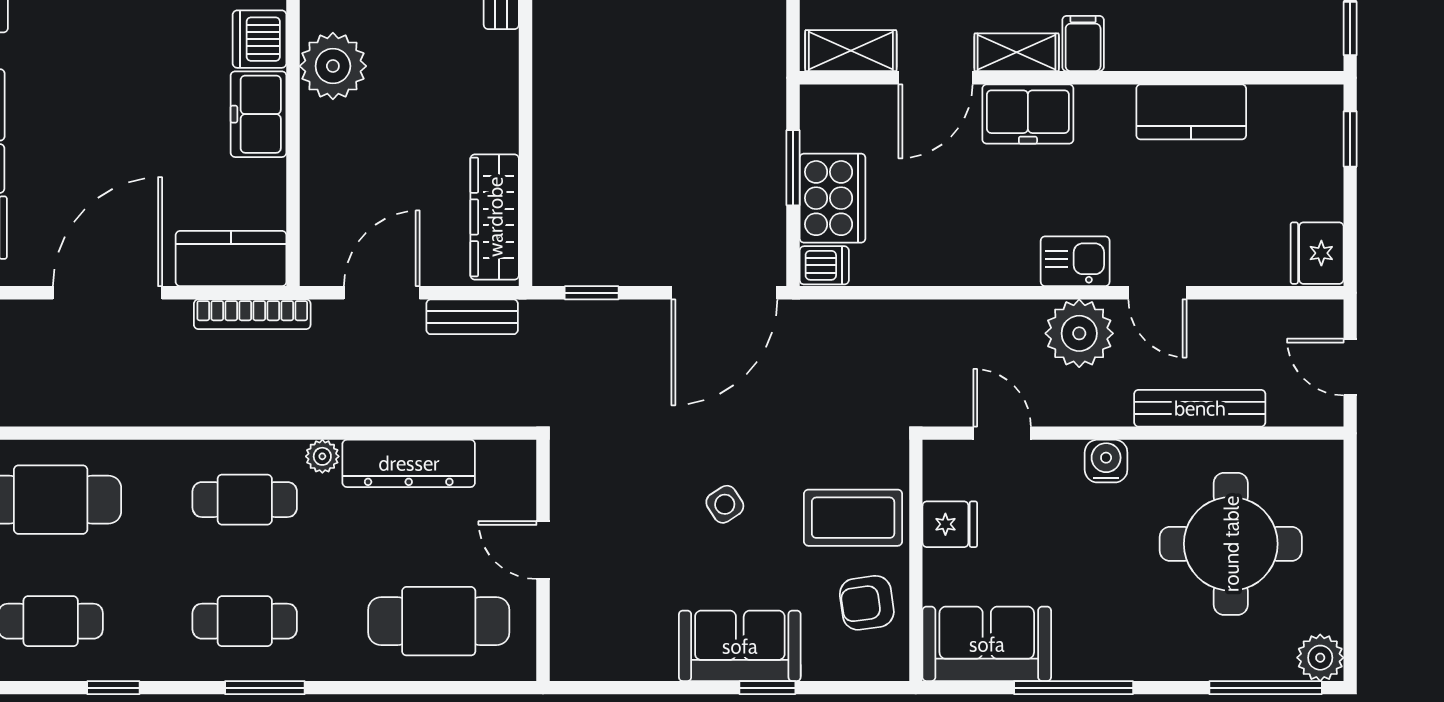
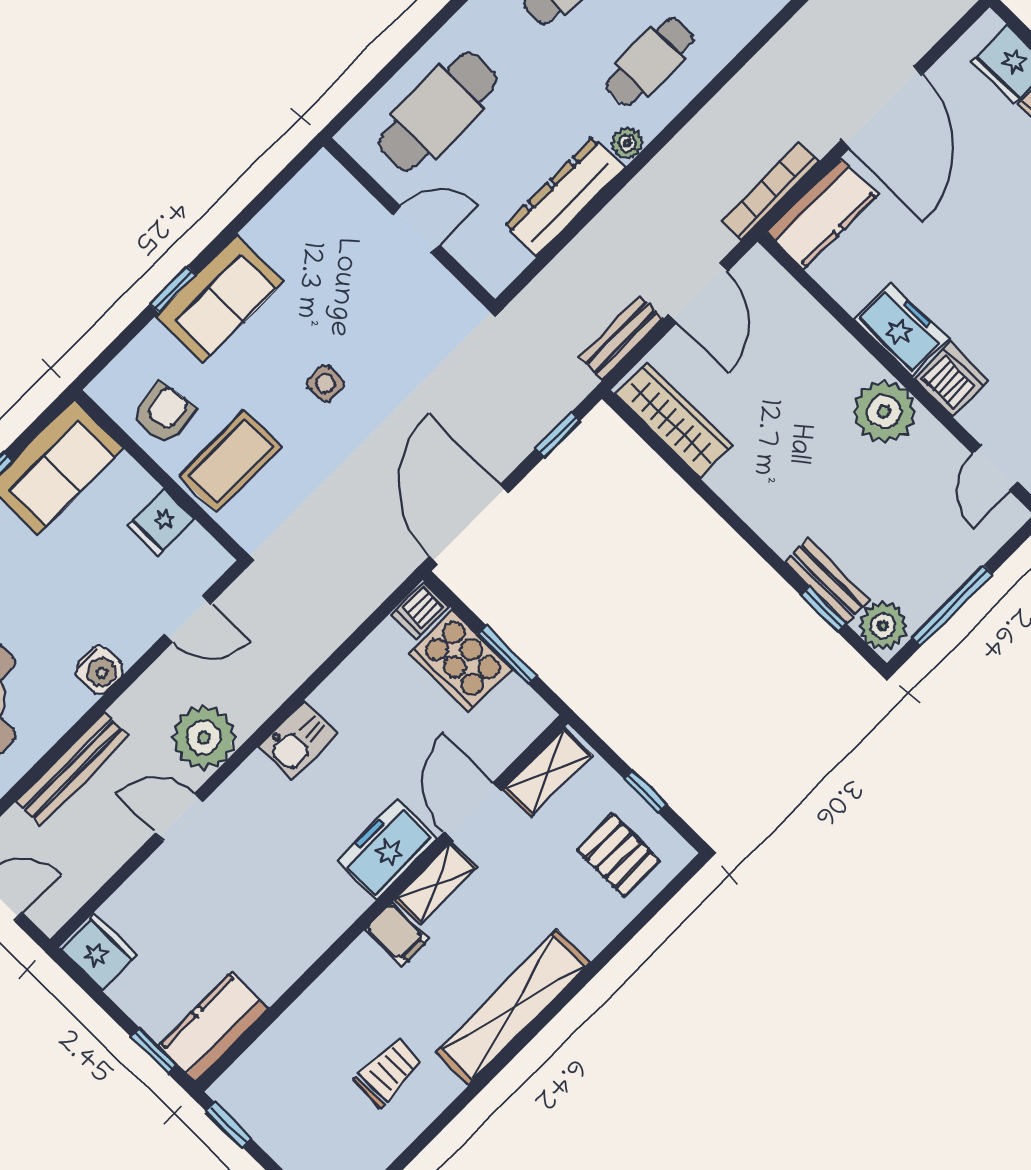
kitchen counter: (1191, 112) -> (213, 1027), moved
kitchen sink: (1075, 261) -> (298, 740), moved
side table: (725, 504) -> (325, 383), turned 33

